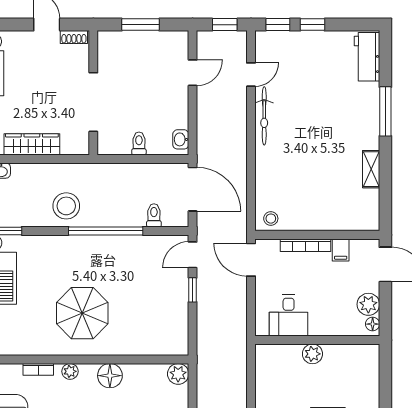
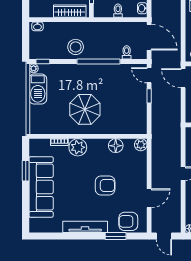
wardrobe: (32, 144) -> (70, 11), moved
door: (193, 255) -> (149, 75), hinge flipped
plant: (70, 371) -> (78, 147), width x1.88, depth x1.88
floor lamp: (110, 376) -> (116, 146), moved

